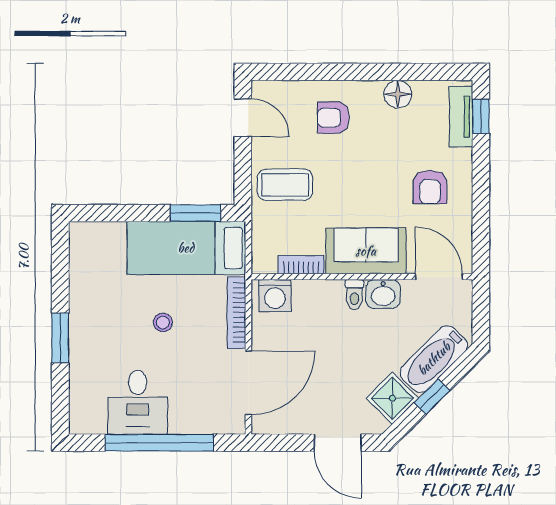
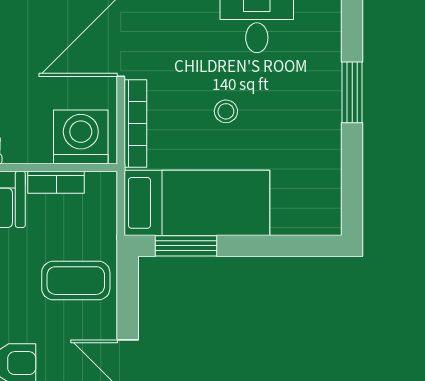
washing machine: (275, 296) -> (81, 137), width x1.37, depth x1.37

